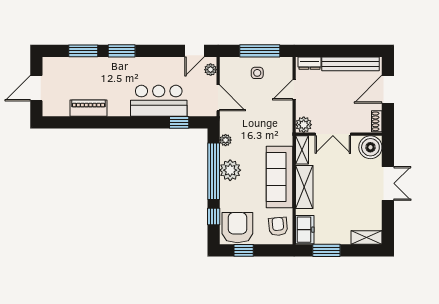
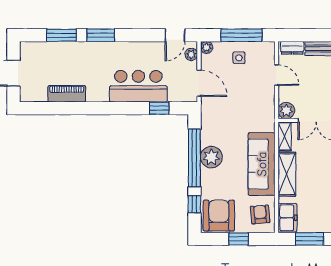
door: (294, 90) -> (277, 75), swing flipped
plant: (226, 140) -> (207, 47), moved
window: (244, 250) -> (239, 239), moved

